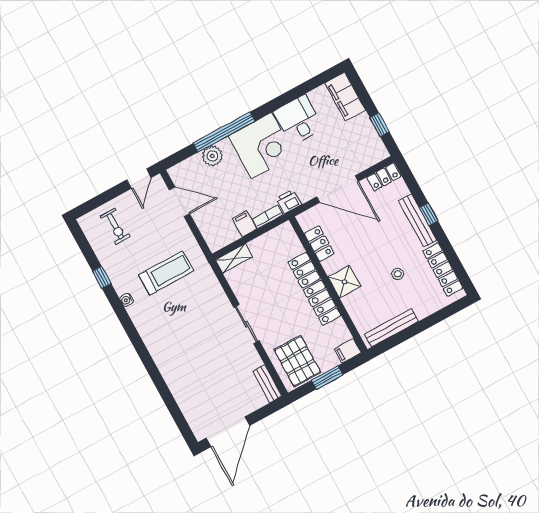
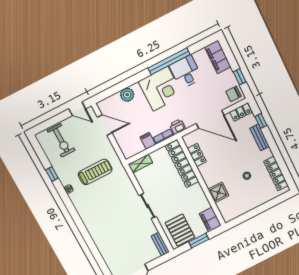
window: (224, 132) -> (169, 61), moved
chair: (371, 150) -> (234, 94), added
door: (139, 179) -> (77, 109), hinge flipped
window: (429, 214) -> (261, 121), moved
bench: (418, 221) -> (260, 137), width x0.73
exercise bike: (115, 226) -> (61, 140), width x1.38, depth x1.39
shower: (344, 282) -> (218, 192), moved
locker: (314, 289) -> (182, 164), moved
bench: (391, 328) -> (241, 210), removed
filing cabinet: (348, 351) -> (210, 219), width x2.00

